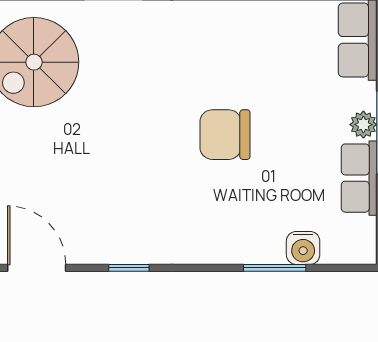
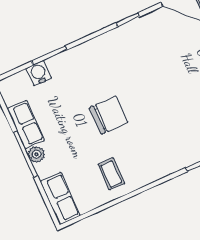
coffee table: (262, 42) -> (111, 174), added

